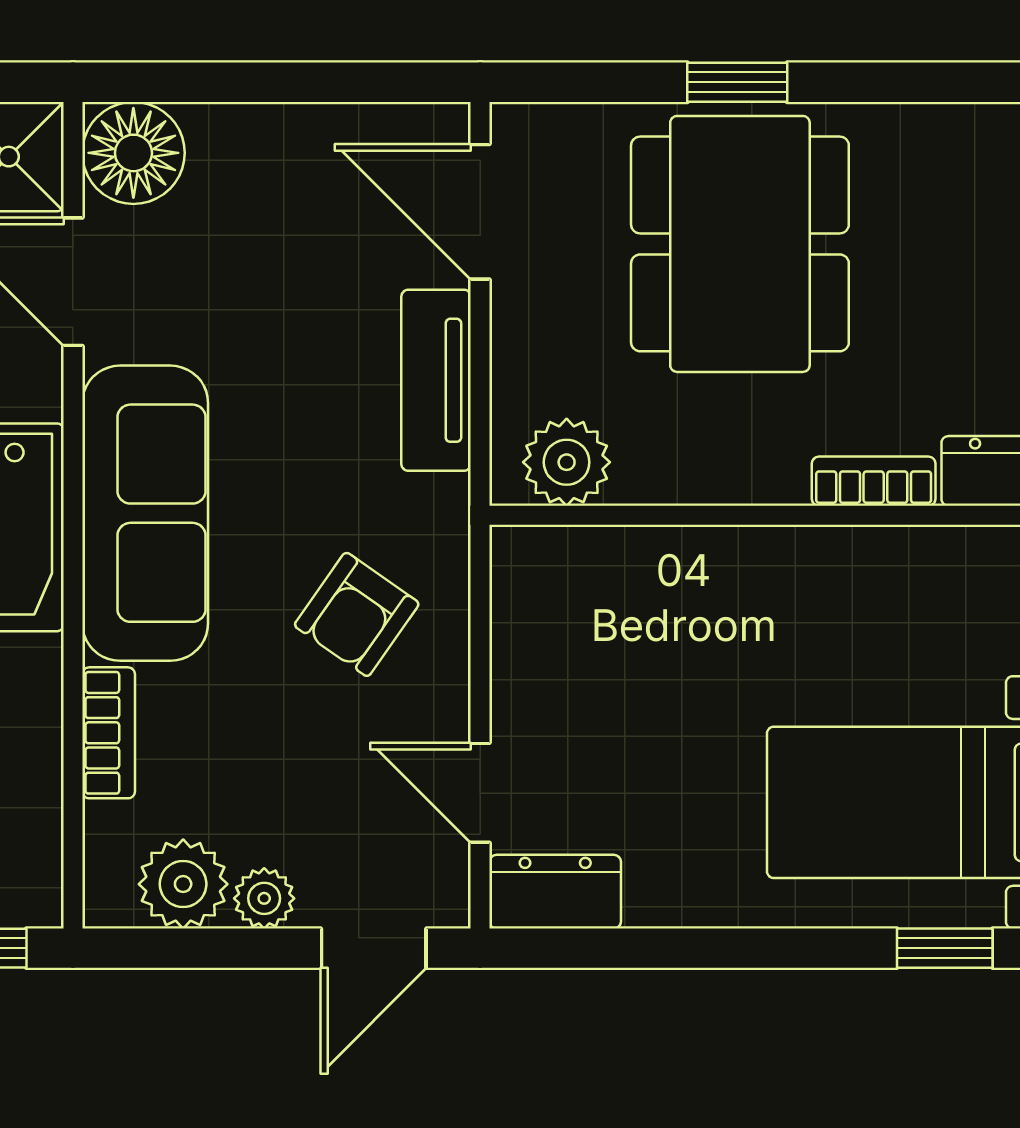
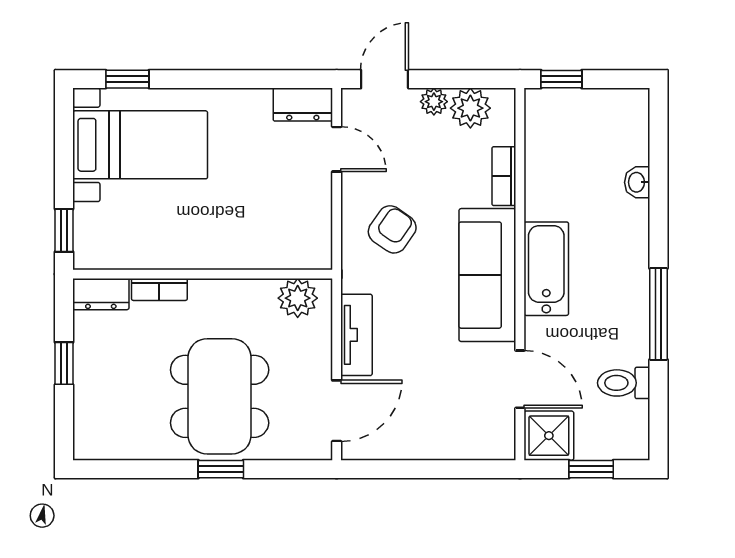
floor lamp: (133, 153) -> (493, 437), removed
door: (480, 212) -> (337, 411), hinge flipped

